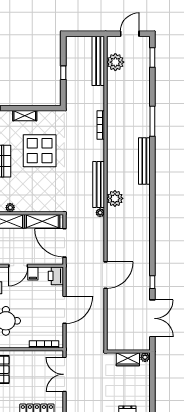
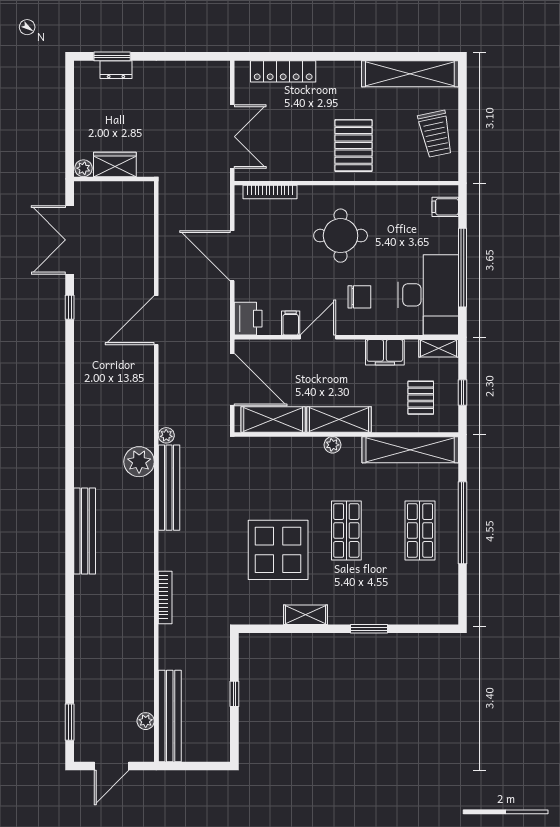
plant: (115, 62) -> (146, 721), width x0.53, depth x0.53
window: (152, 121) -> (70, 604), removed
door: (64, 310) -> (232, 256), hinge flipped

